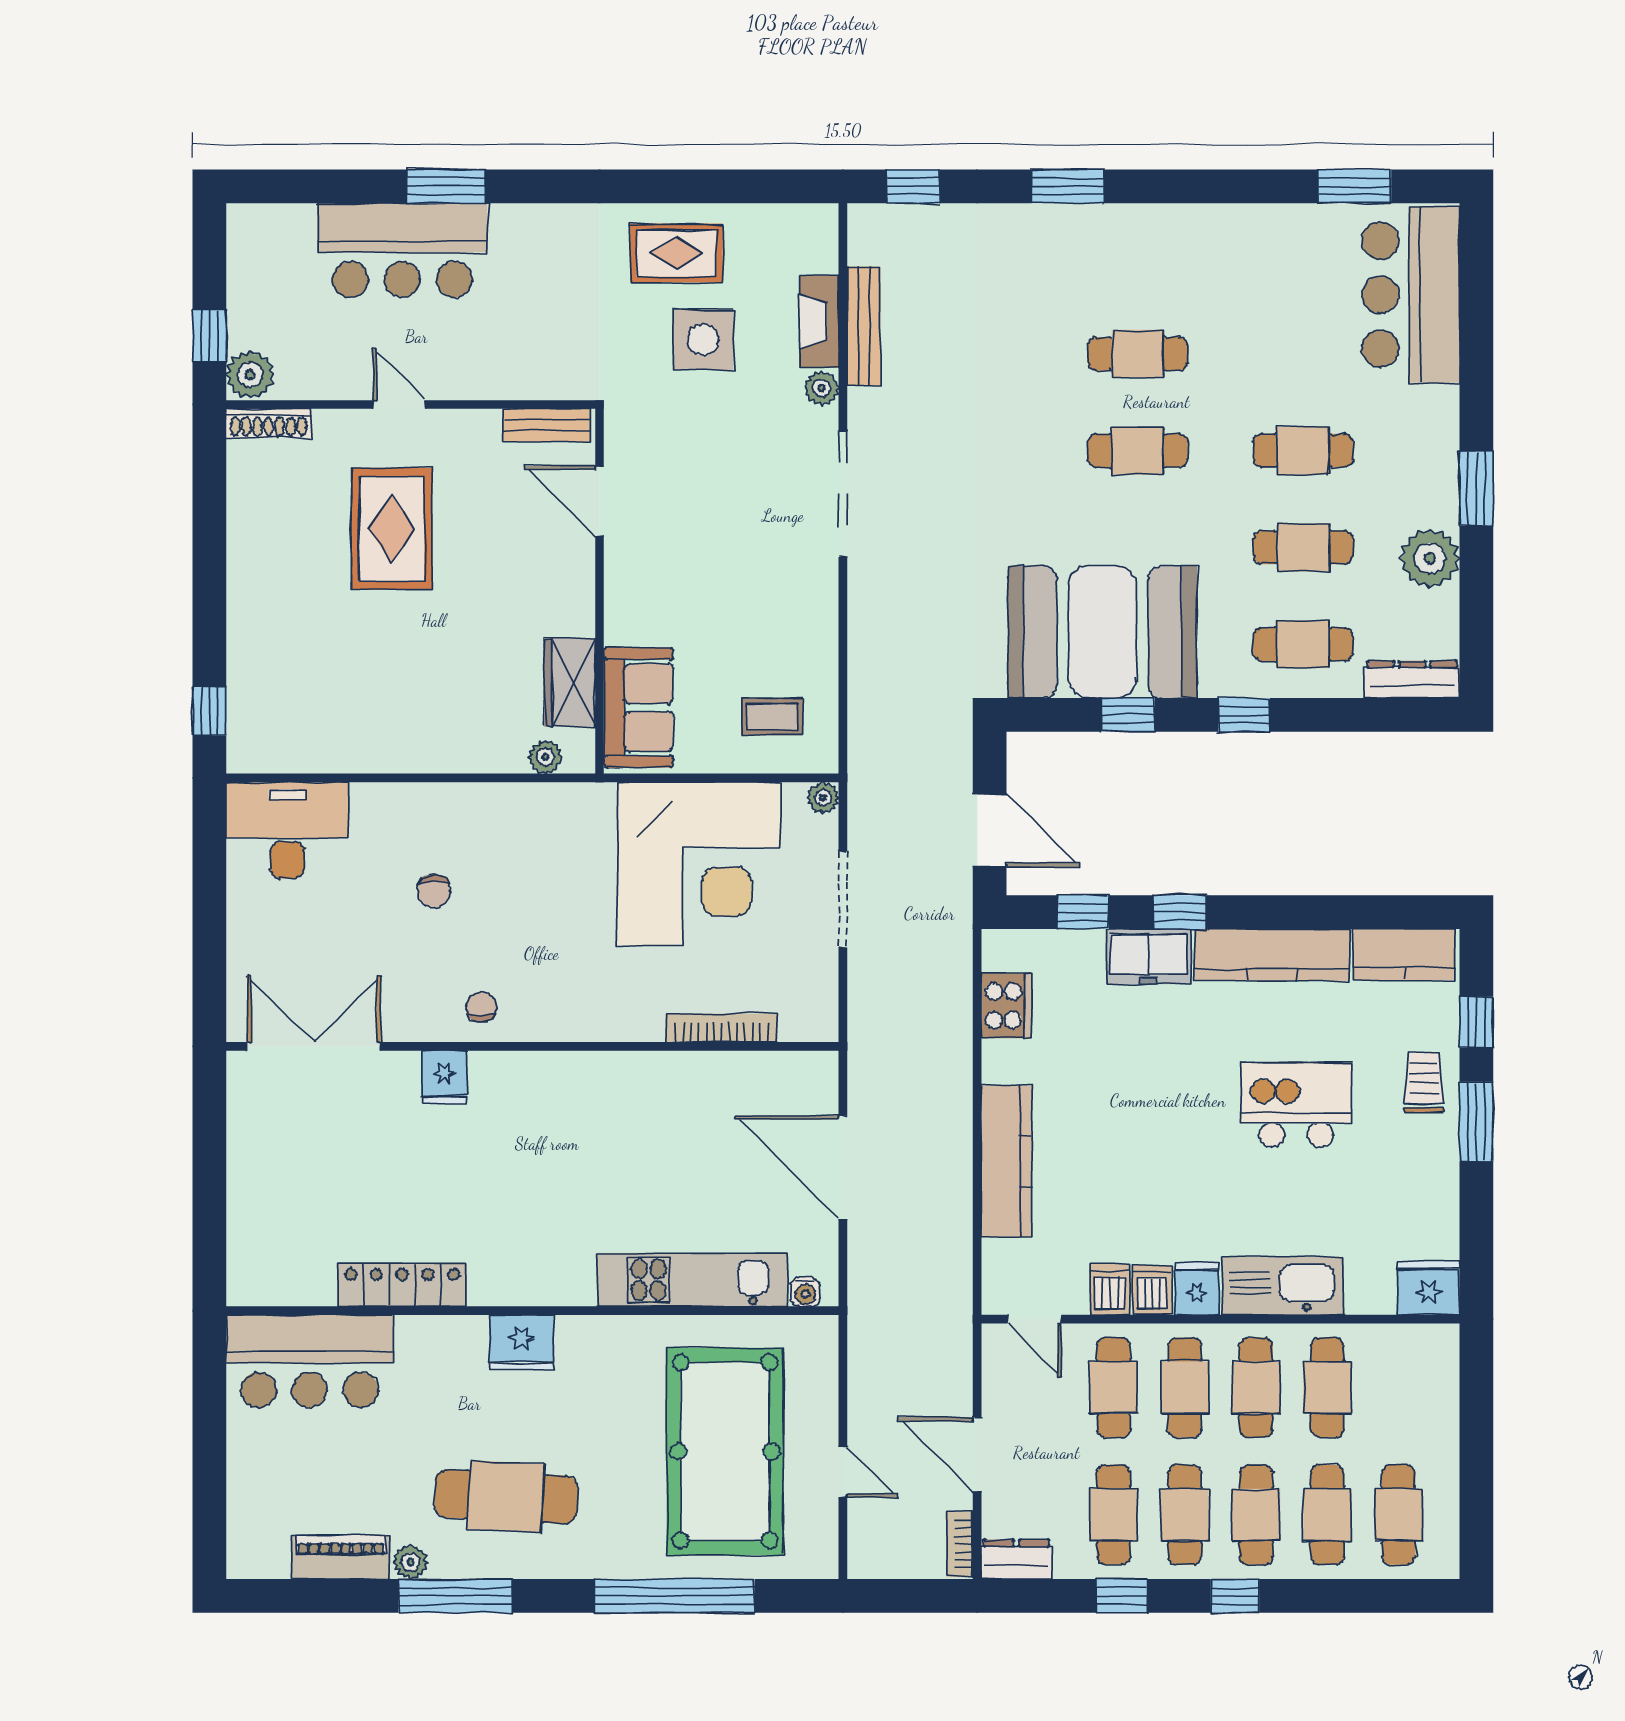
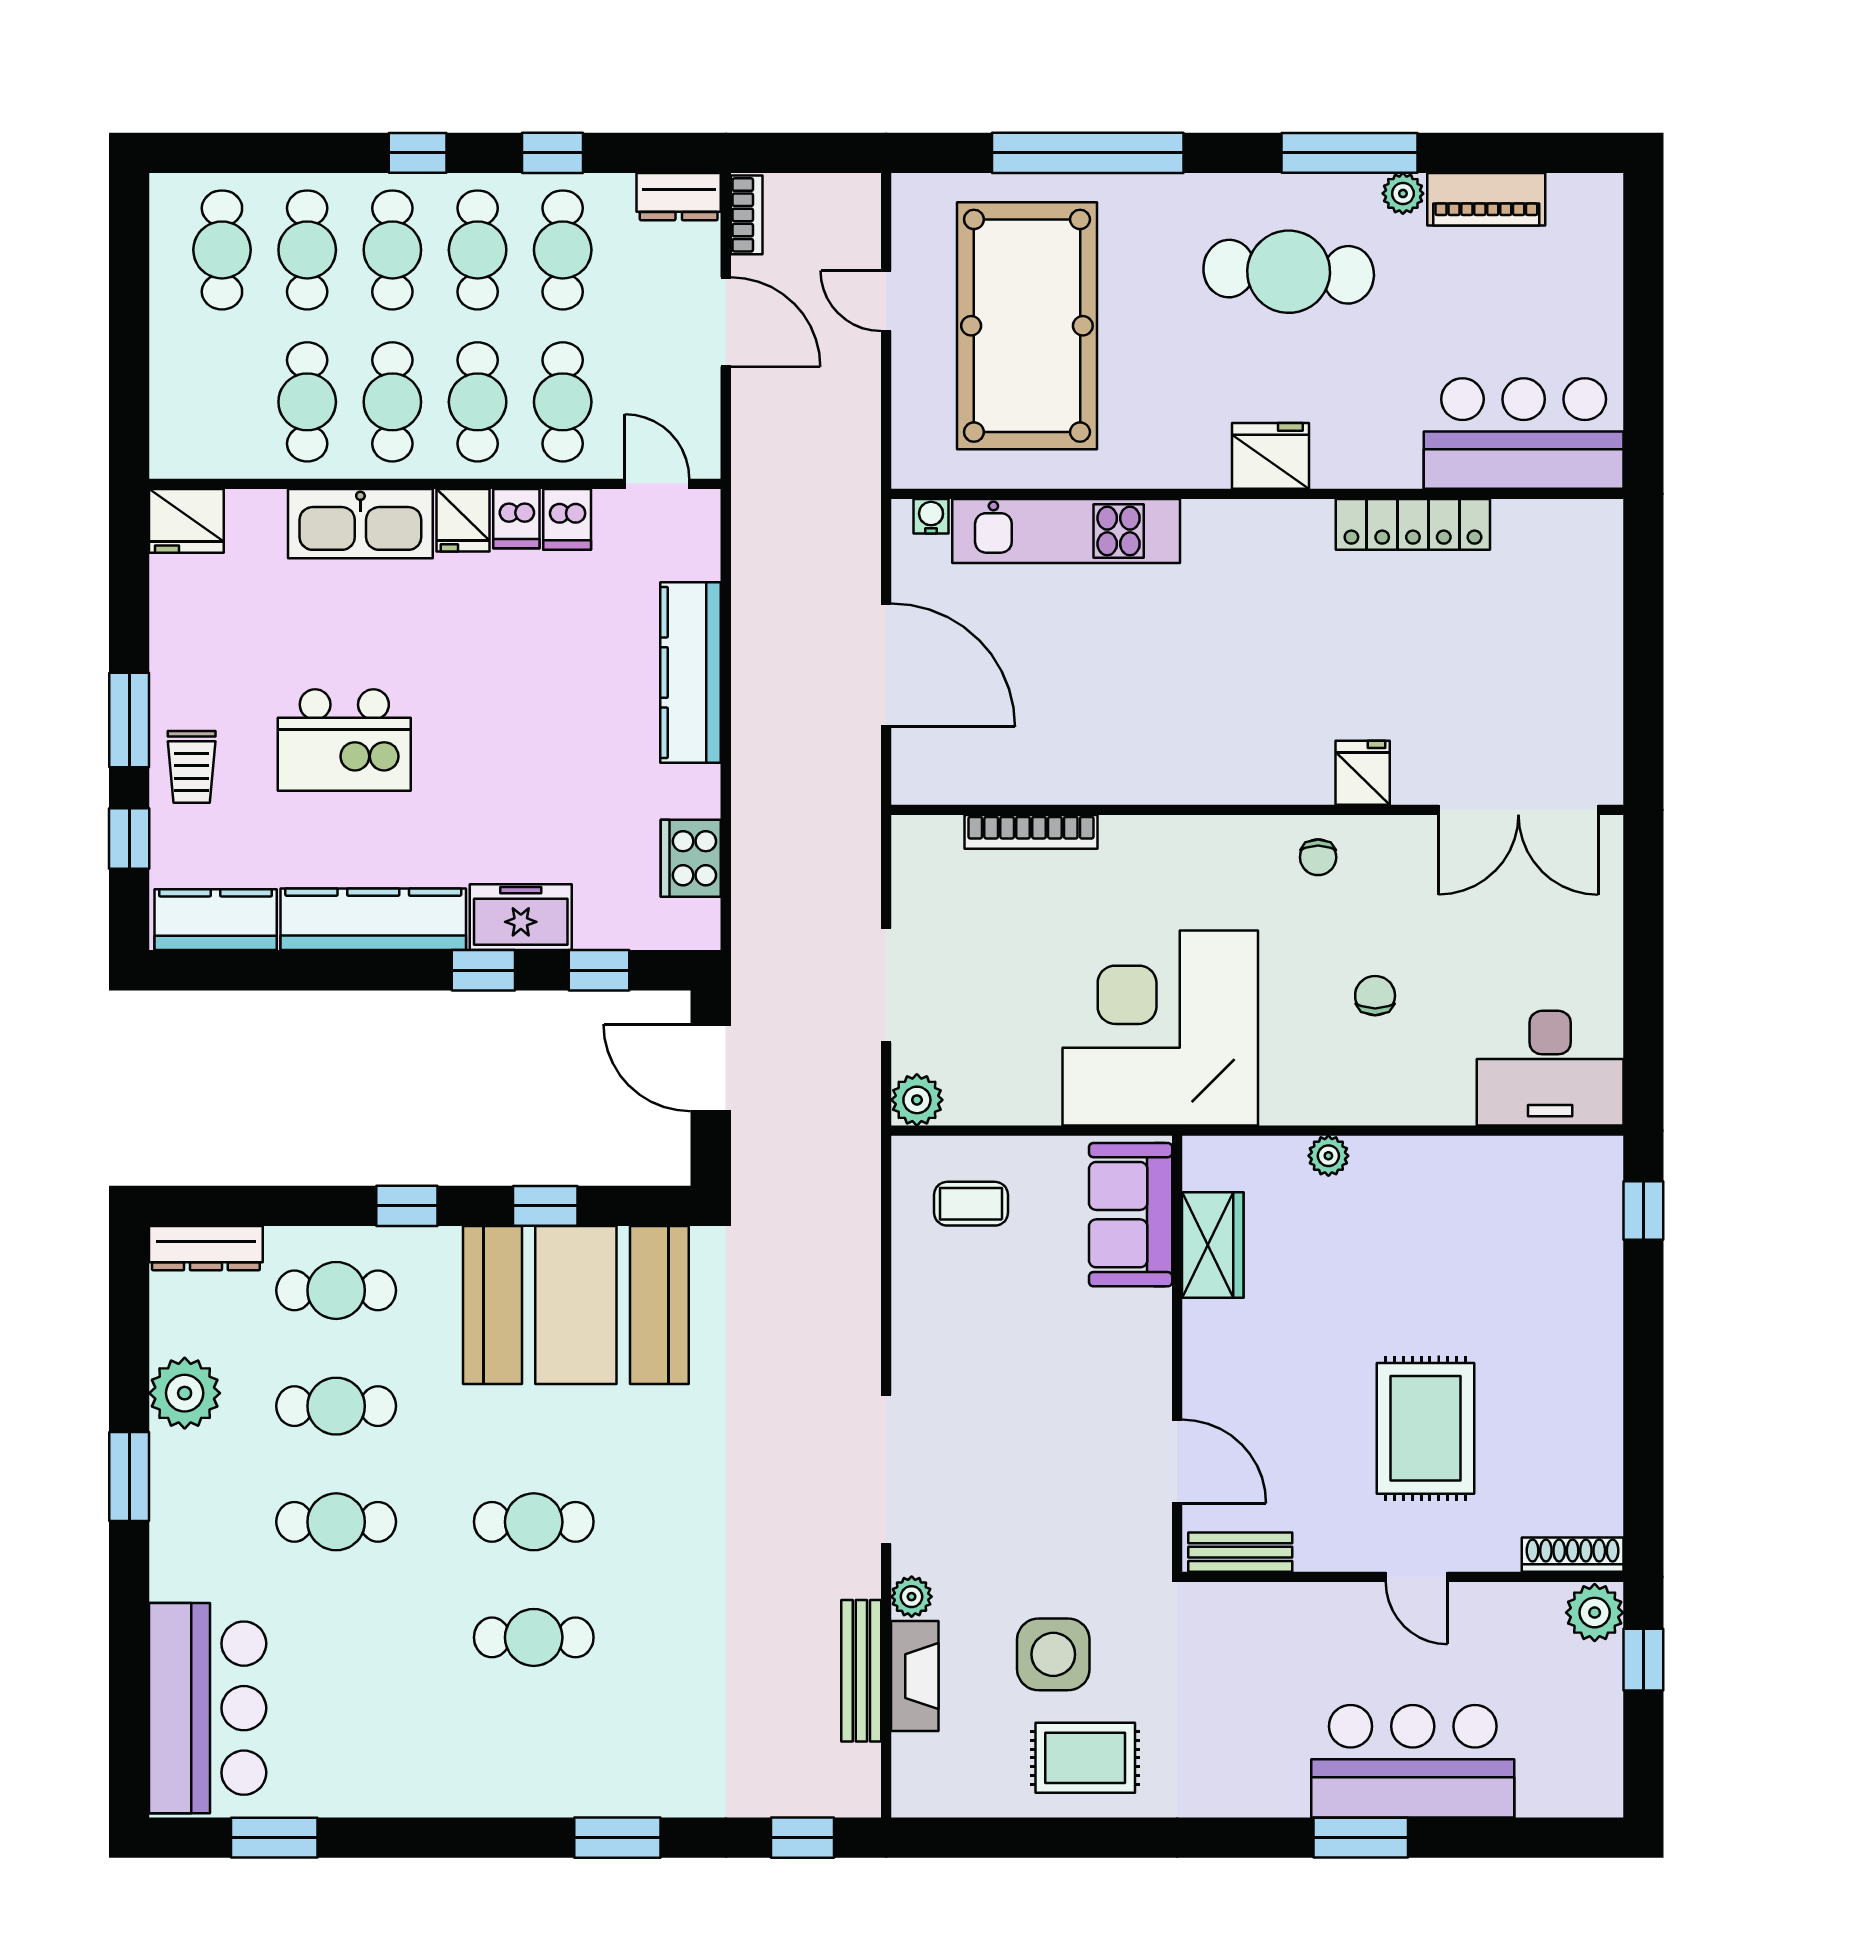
plant: (545, 757) -> (1328, 1156), moved
plant: (823, 798) -> (917, 1100), width x1.38, depth x1.38
corner desk: (699, 864) -> (1160, 1028), moved

